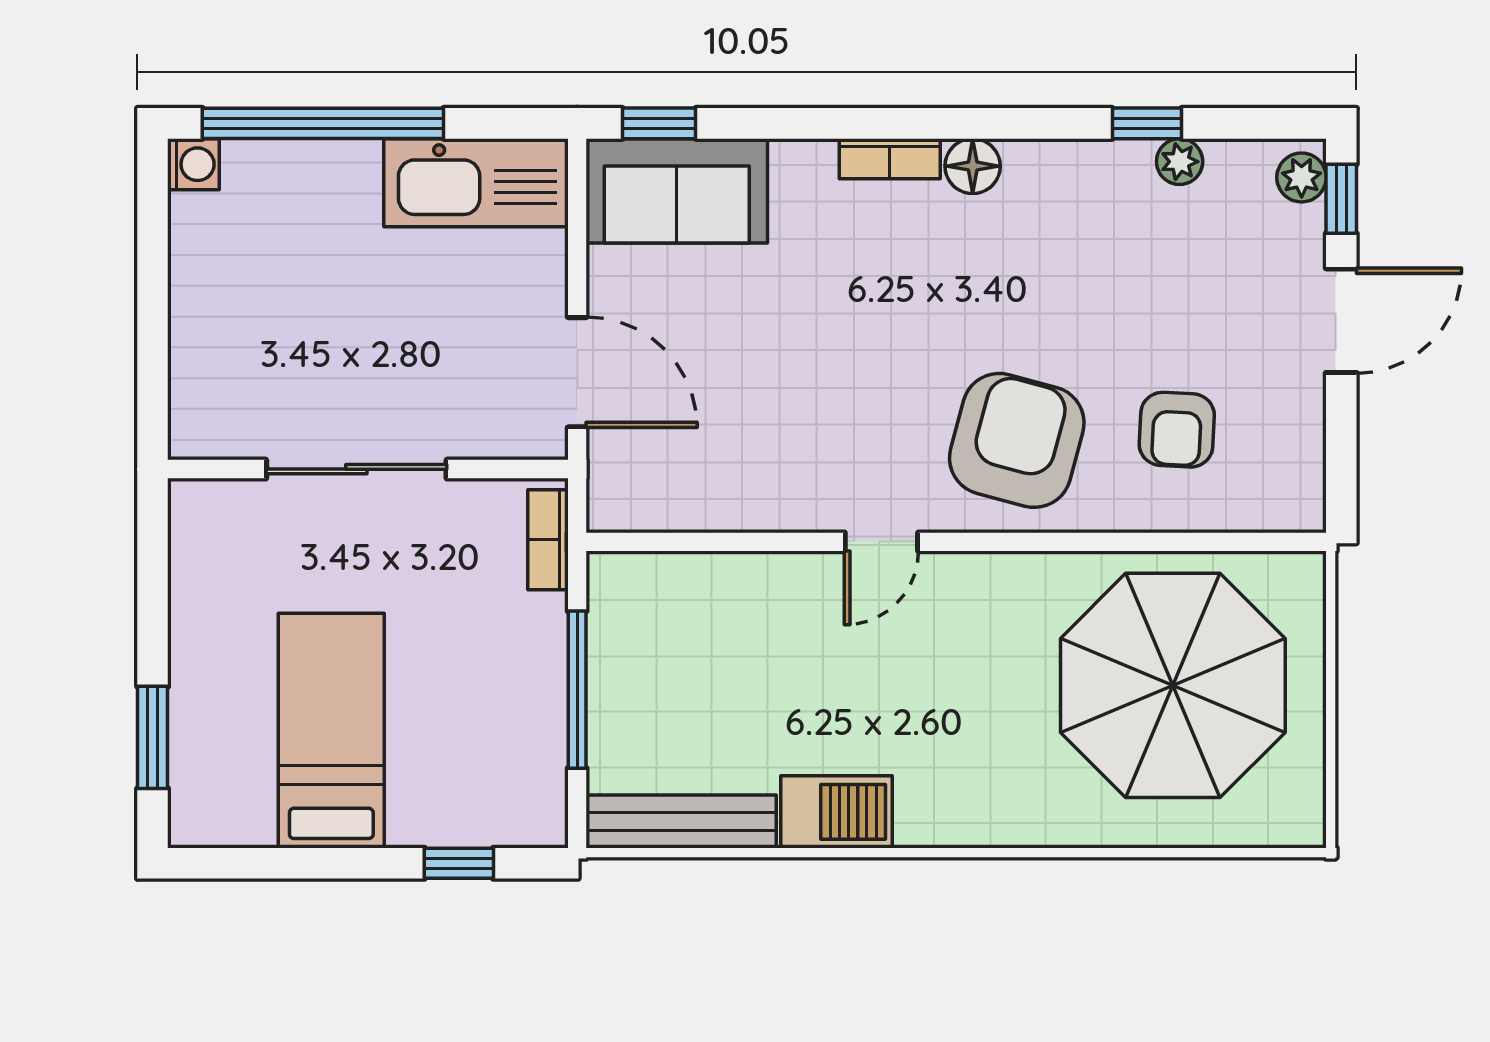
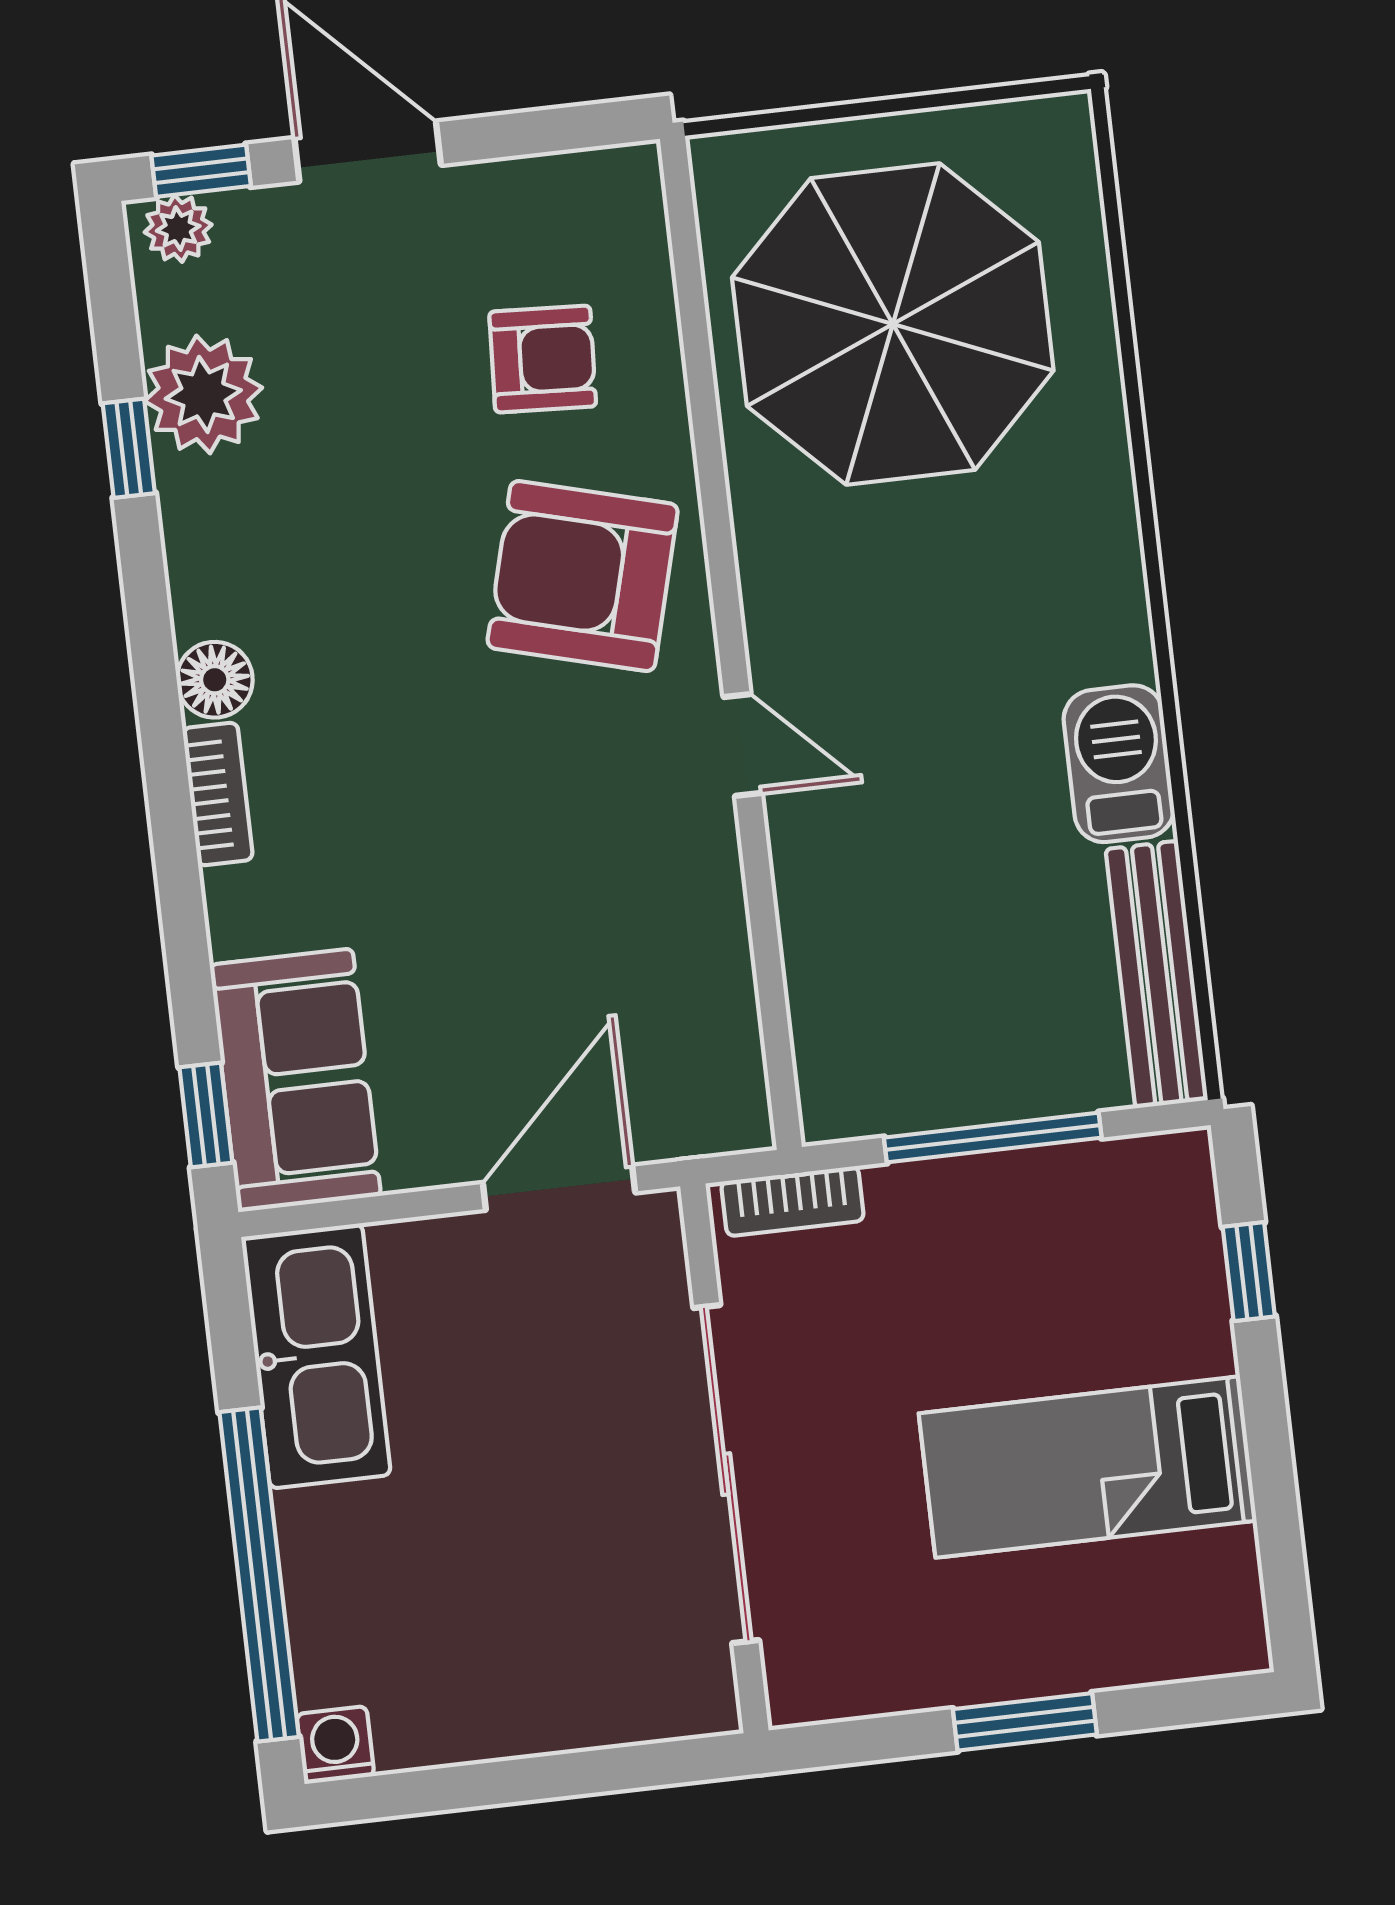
plant: (1180, 162) -> (203, 394), width x1.88, depth x1.88
sliding door: (356, 469) -> (726, 1474), width x1.36
window: (153, 737) -> (1025, 1722), moved

